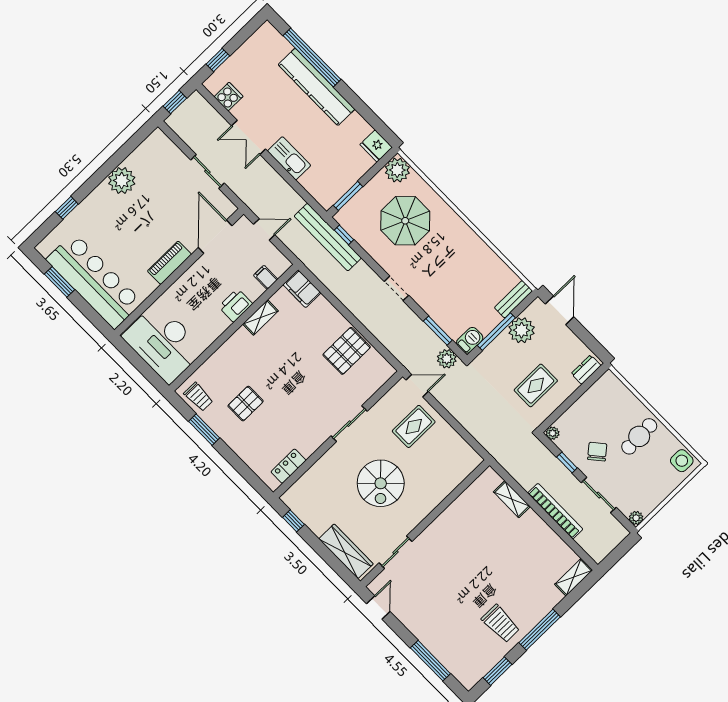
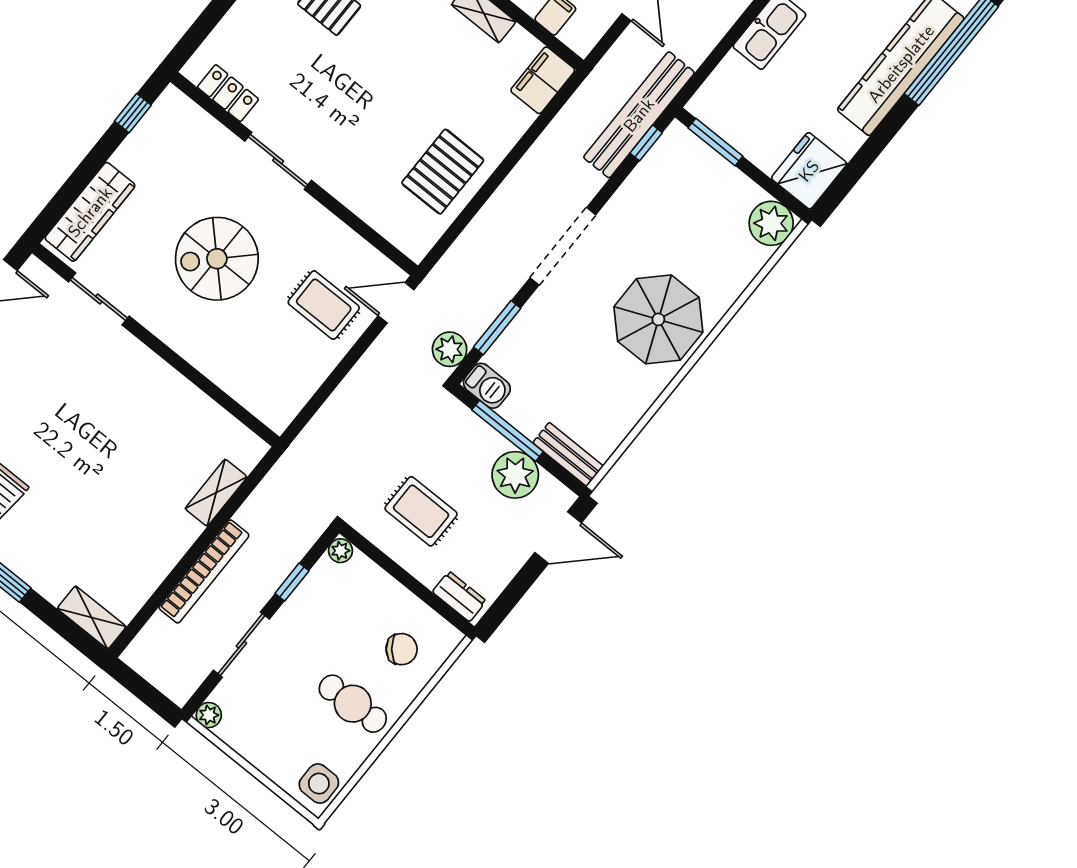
fridge: (376, 146) -> (809, 171), width x1.36, depth x1.34
parasol: (405, 221) -> (658, 319), moved
doorway: (396, 288) -> (563, 246), width x1.88
pallet: (347, 351) -> (443, 172), turned 90
door: (417, 386) -> (396, 303), swing flipped
sliding door: (349, 424) -> (278, 161), moved
chair: (597, 452) -> (402, 649), moved

